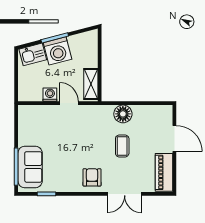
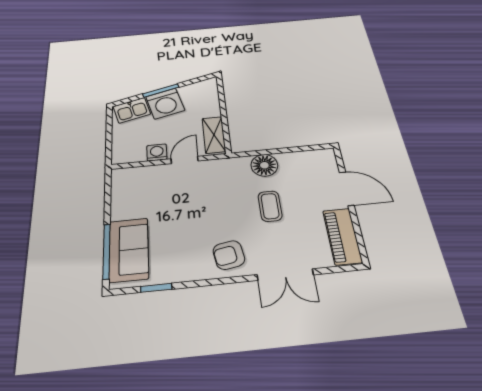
door: (69, 103) -> (185, 160), hinge flipped
armchair: (92, 177) -> (229, 255), turned -100

